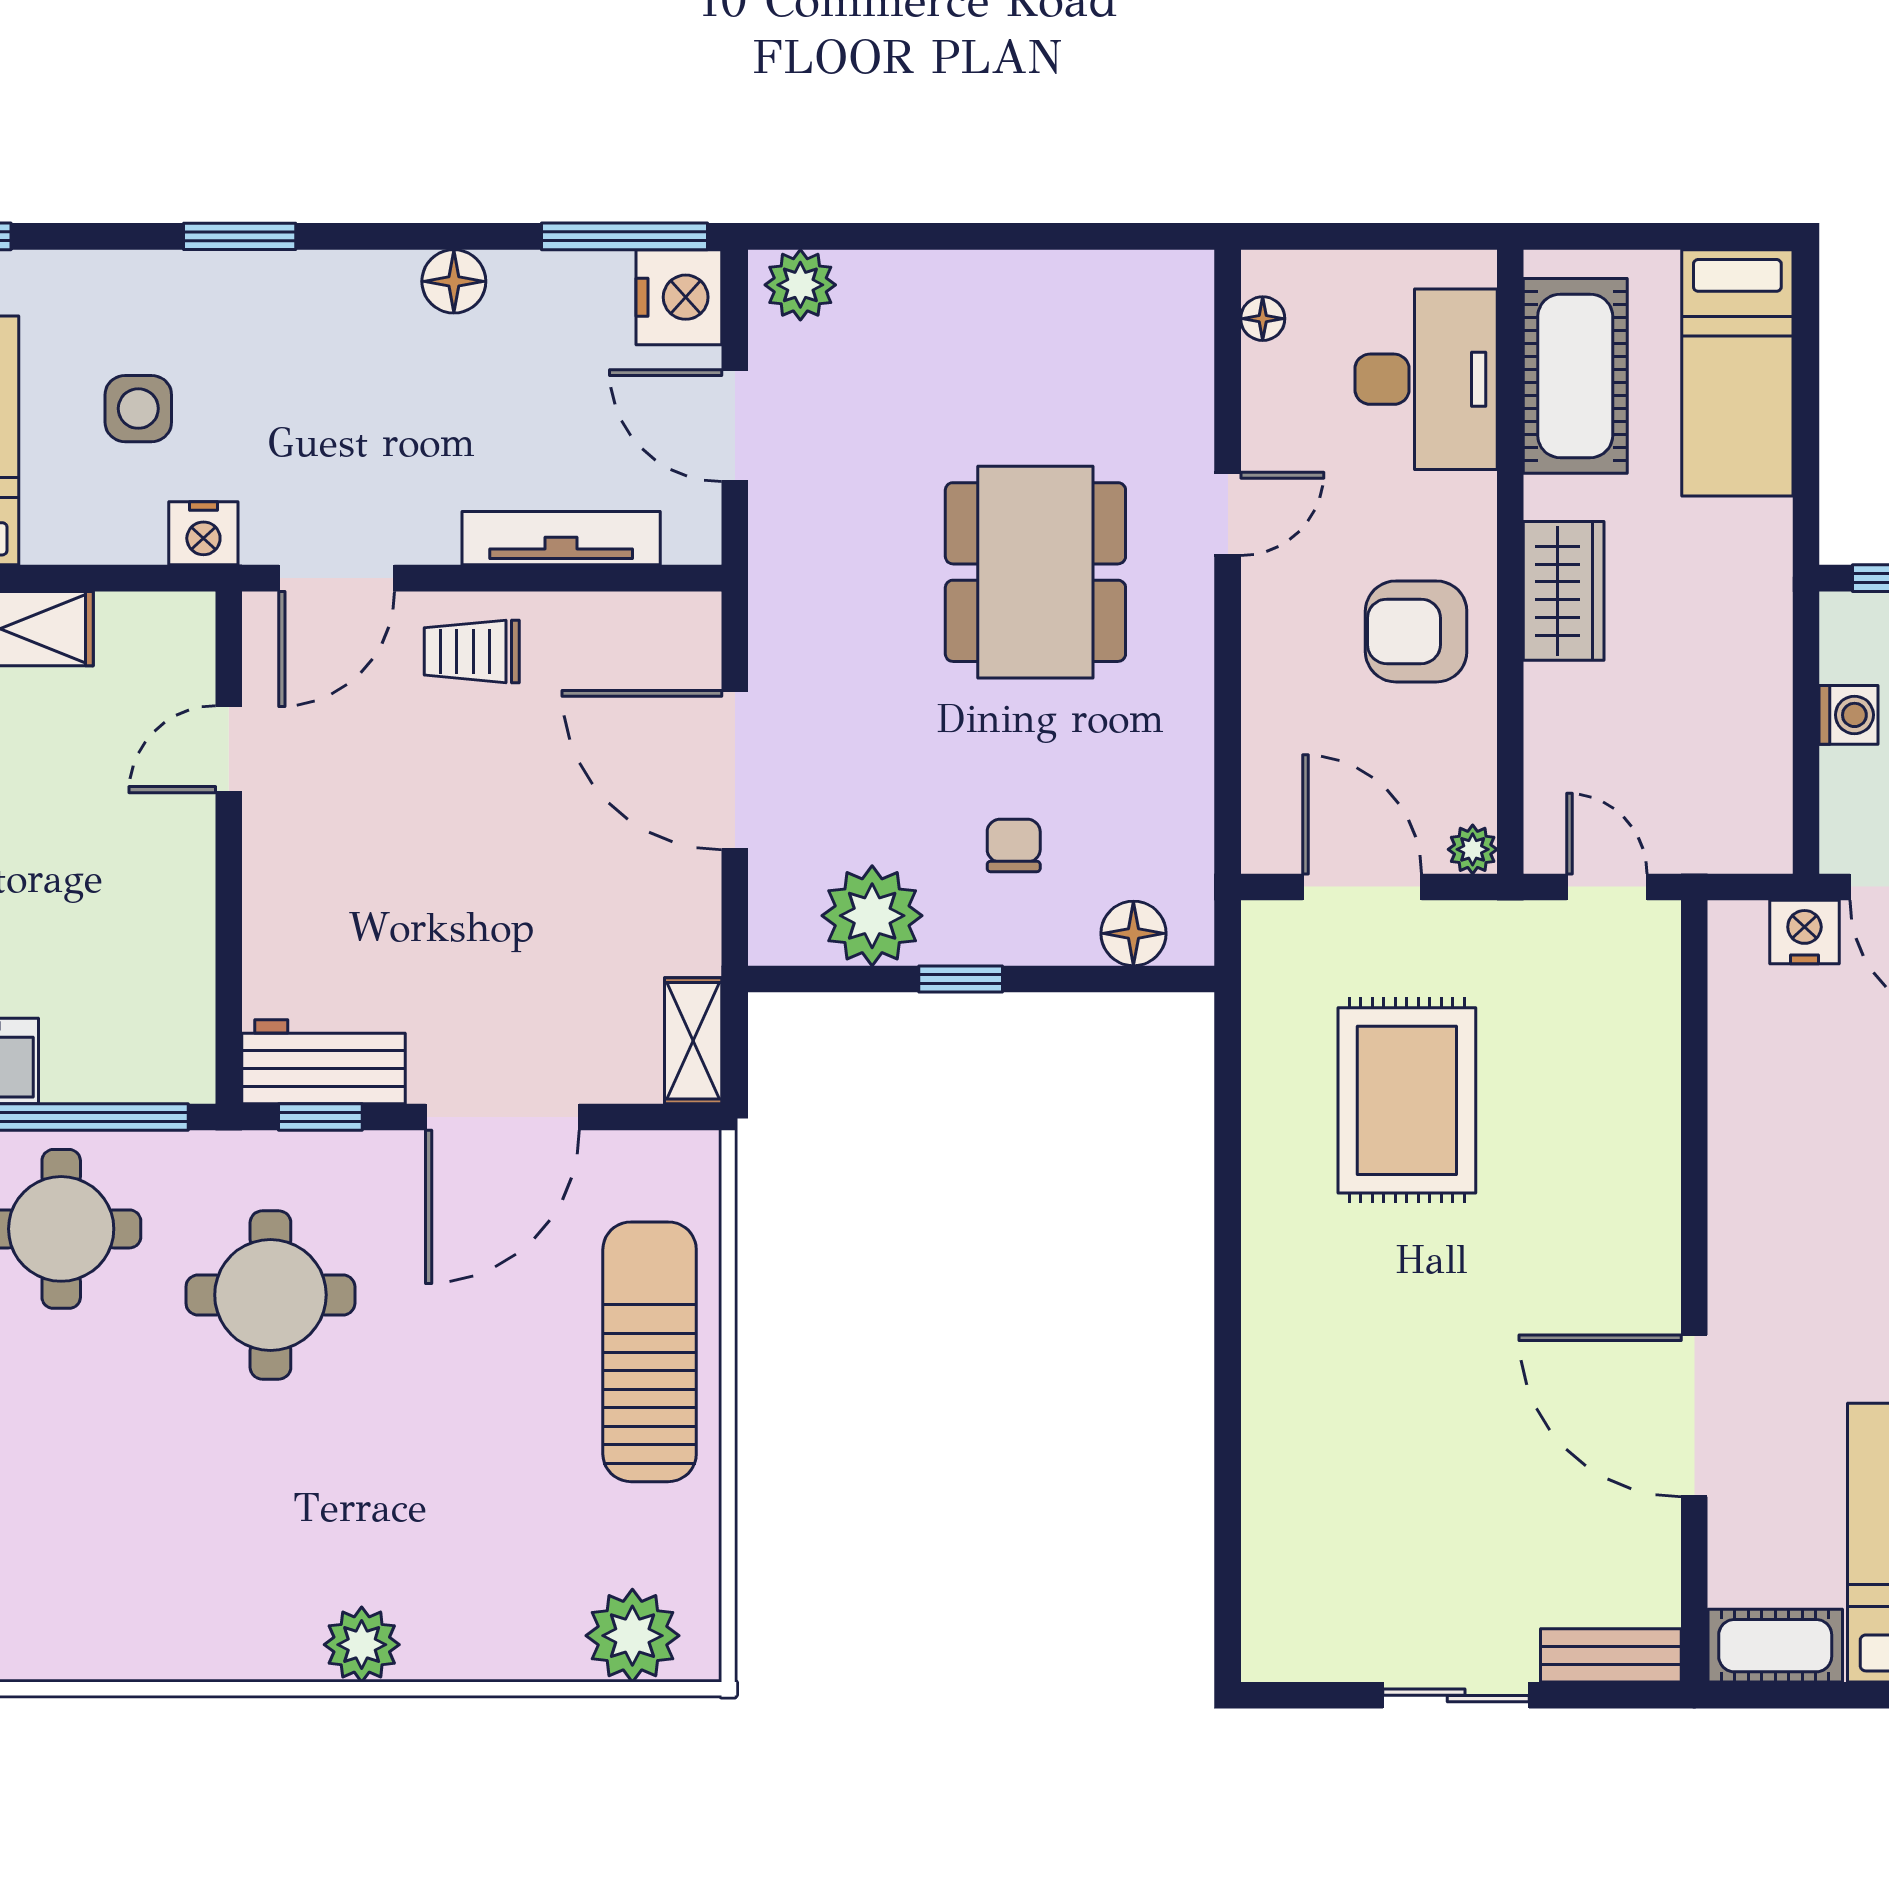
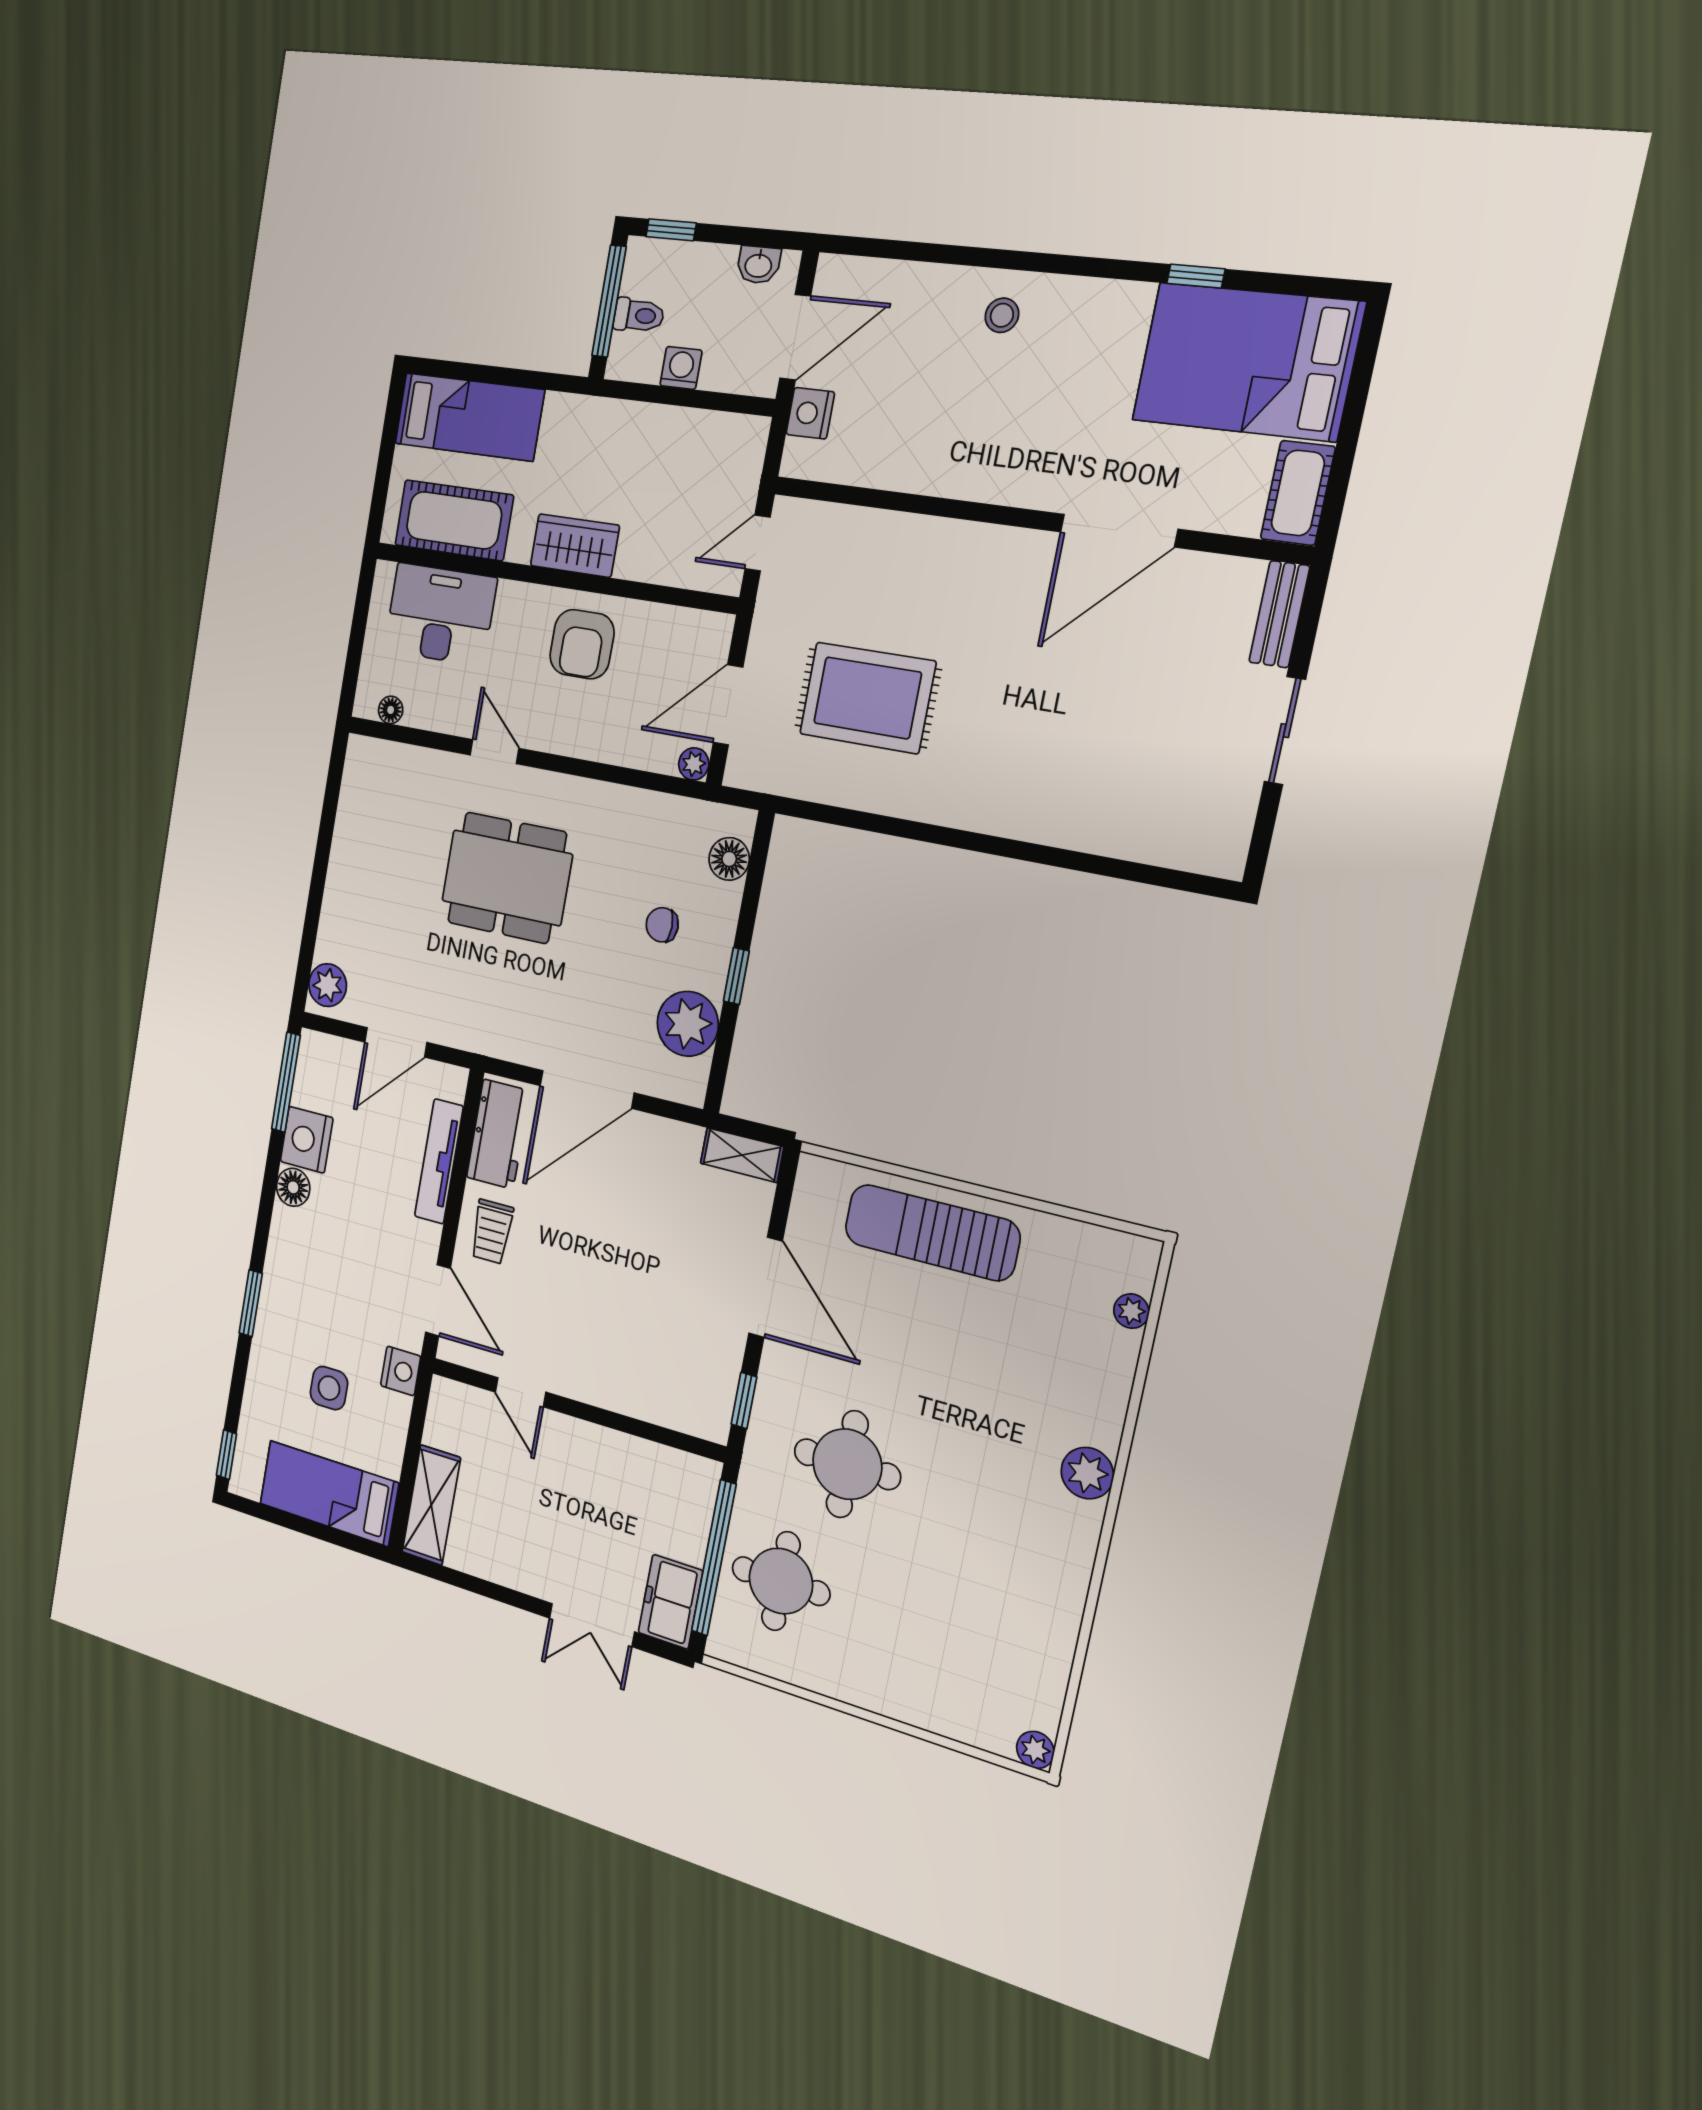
nightstand: (679, 297) -> (307, 1140), moved, turned -90
plant: (1473, 849) -> (694, 764), moved
workbench: (323, 1062) -> (498, 1134), moved, turned 180
plant: (632, 1636) -> (1131, 1311), width x0.53, depth x0.53

